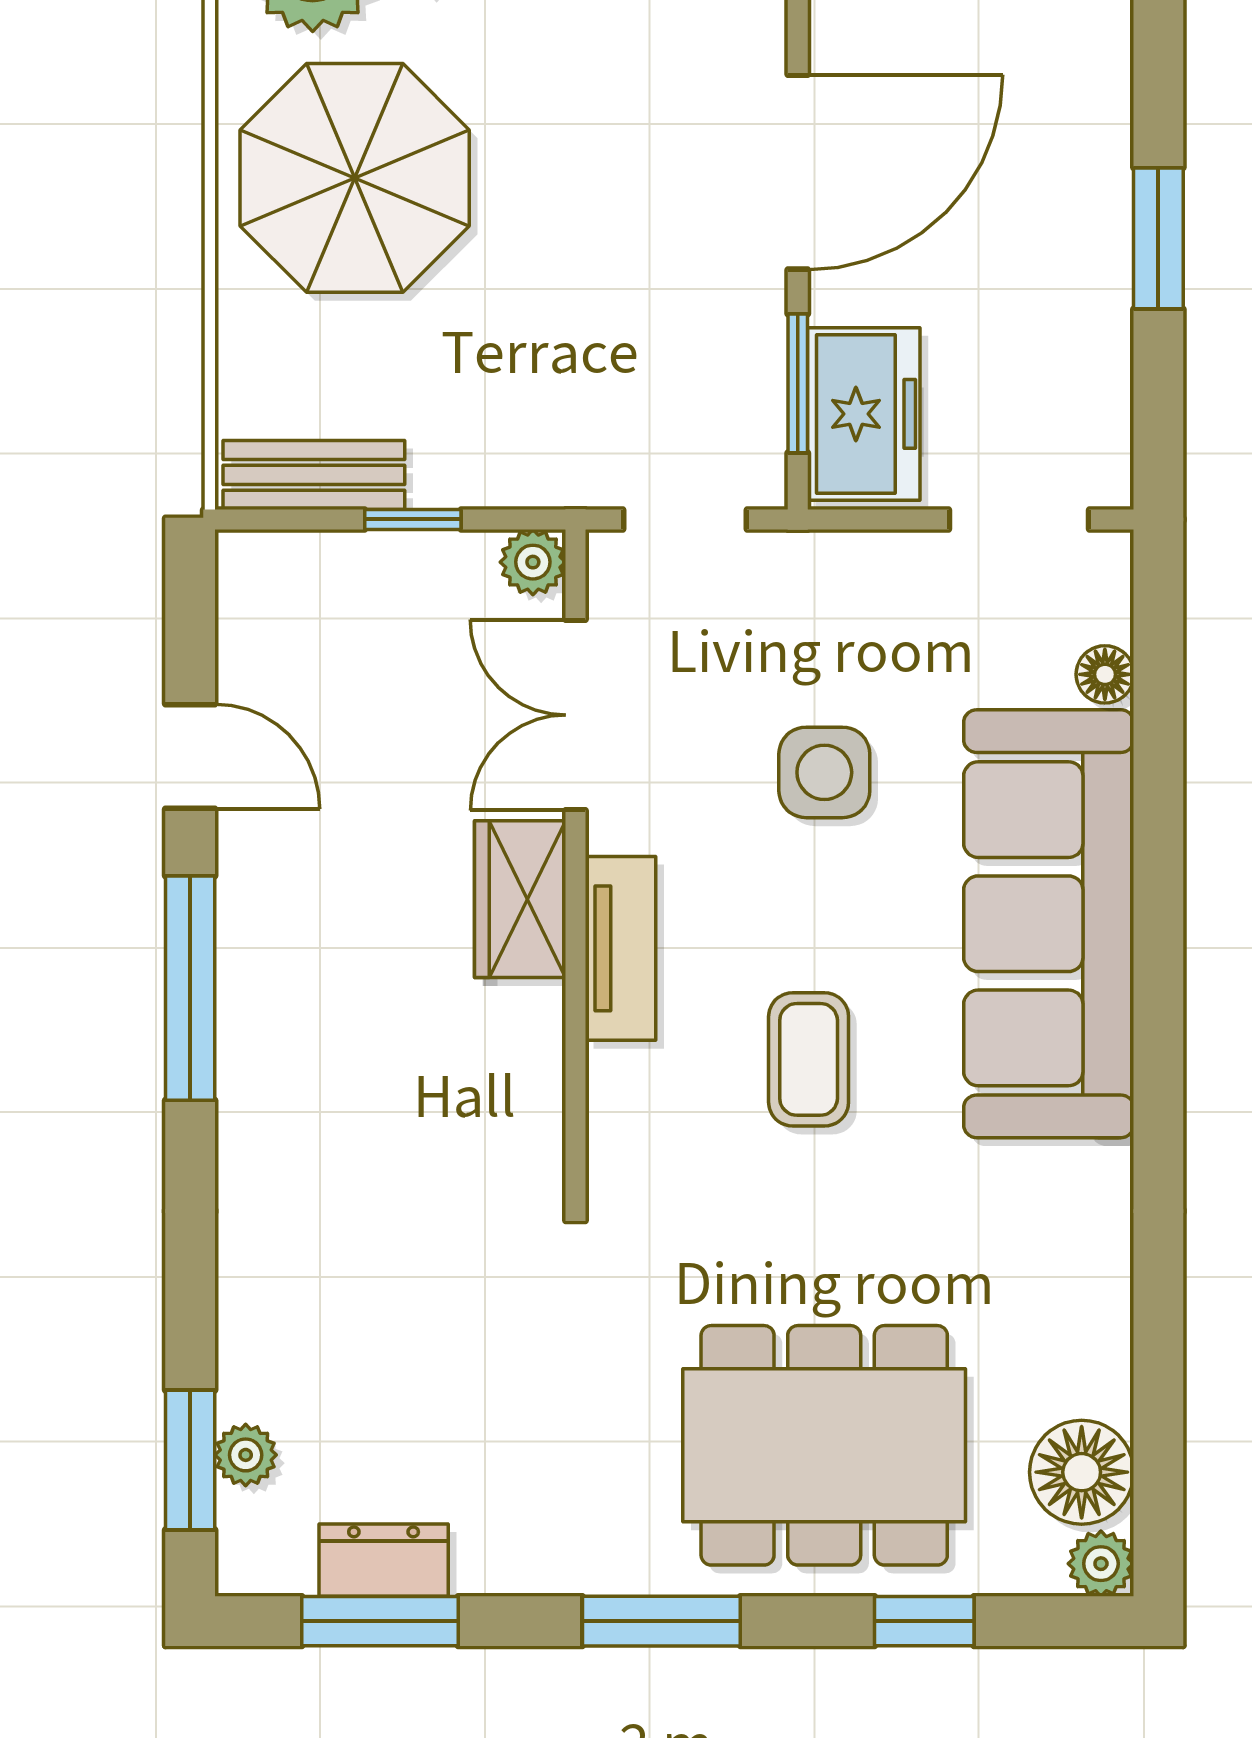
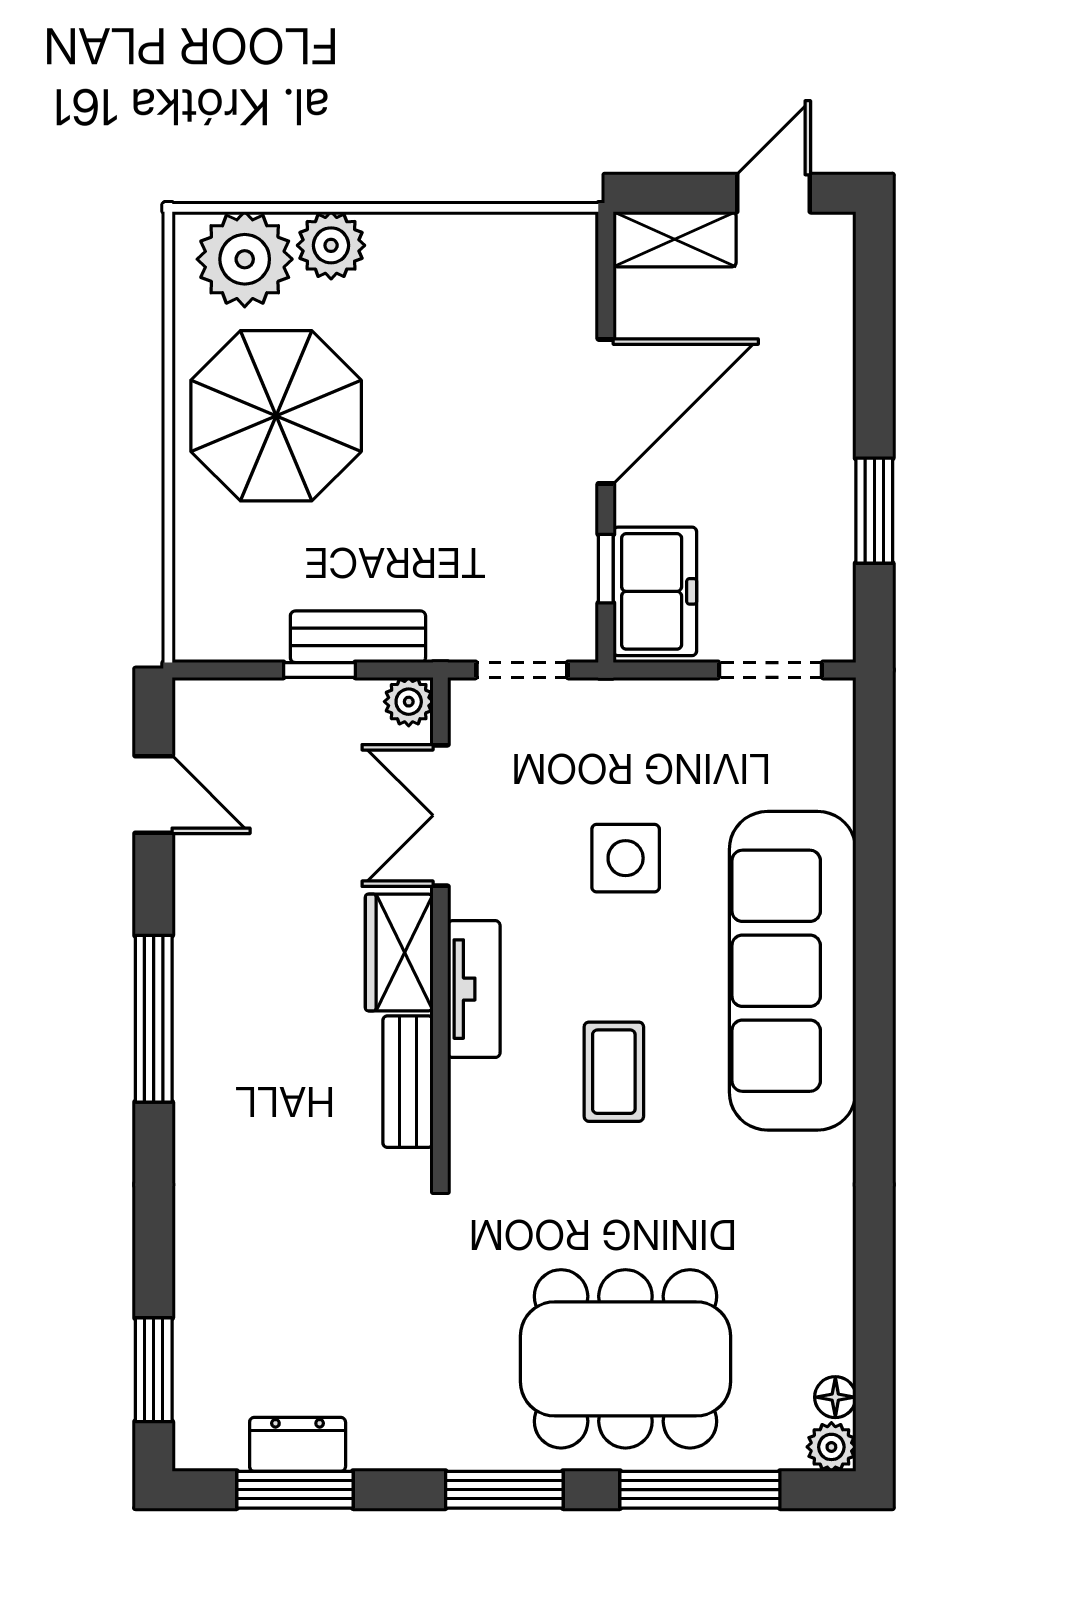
window: (1158, 238) -> (874, 511), moved
window: (798, 383) -> (606, 569), width x0.67
bench: (314, 475) -> (358, 637), moved
floor lamp: (1105, 674) -> (834, 785), removed
door: (190, 756) -> (154, 795), moved
bench: (532, 1073) -> (408, 1082), added
plant: (246, 1455) -> (195, 1366), removed
floor lamp: (1082, 1472) -> (835, 1397), width x0.53, depth x0.53
window: (924, 1621) -> (700, 1490), width x2.17

